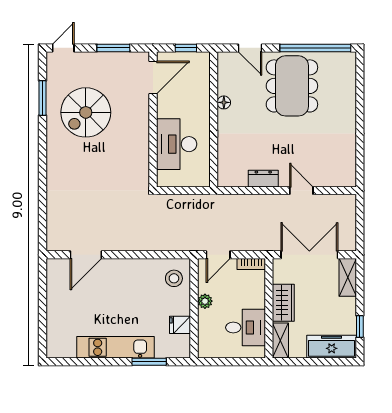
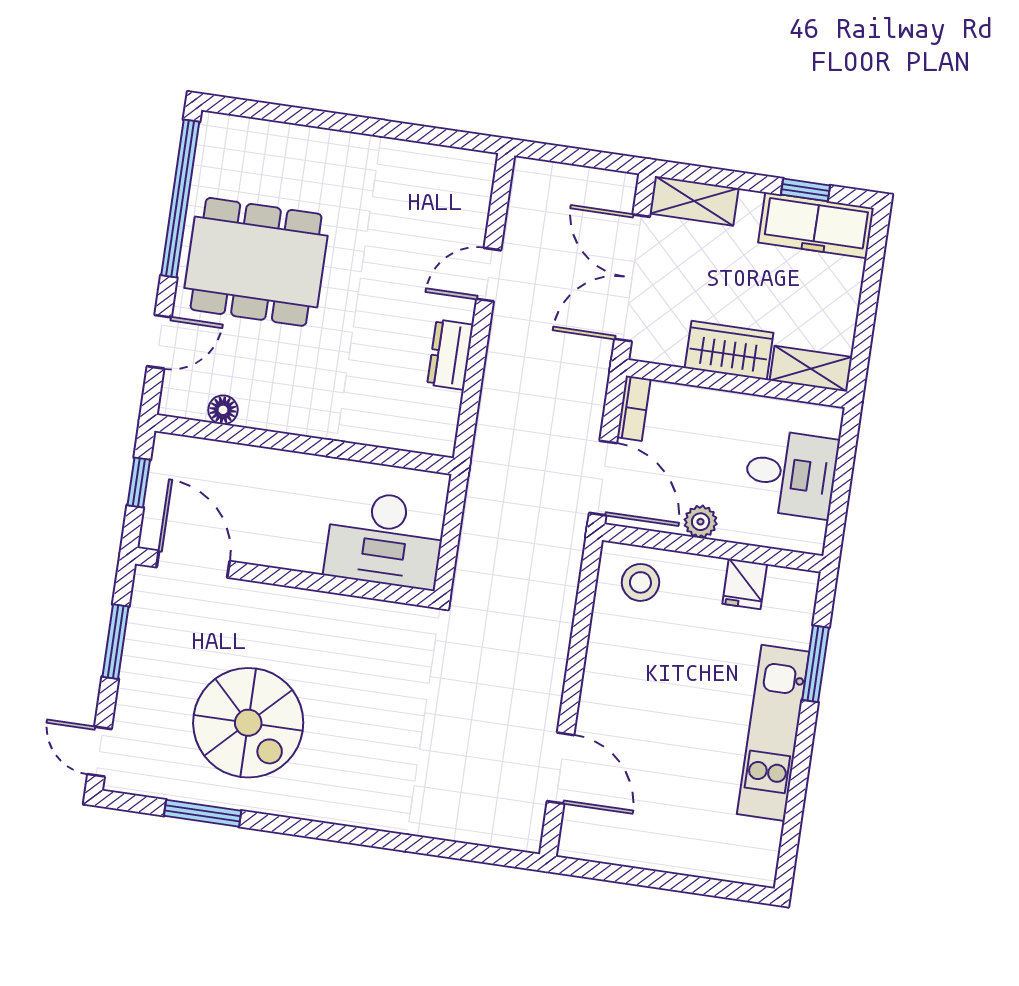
floor lamp: (224, 102) -> (223, 410), moved
desk: (177, 144) -> (385, 539), moved
door: (218, 255) -> (603, 478), width x1.38
desk: (246, 328) -> (791, 474), moved, turned 90
freezer: (332, 347) -> (816, 225), moved, turned -90

